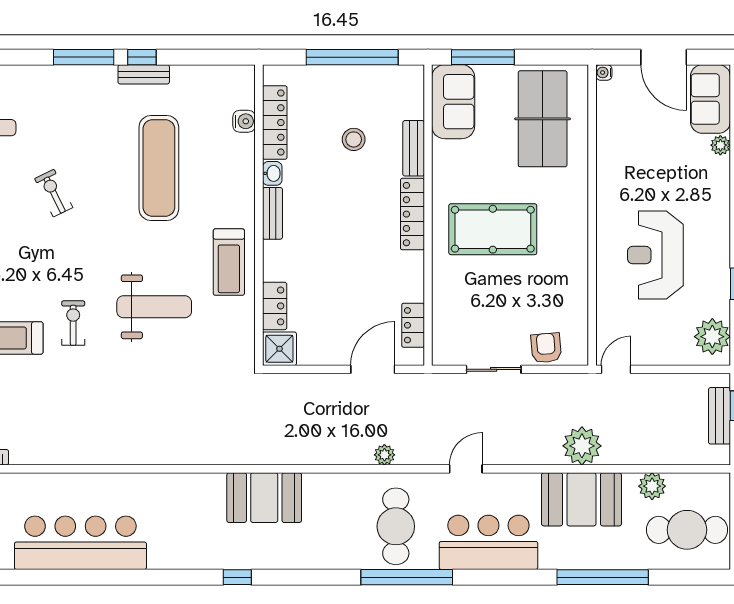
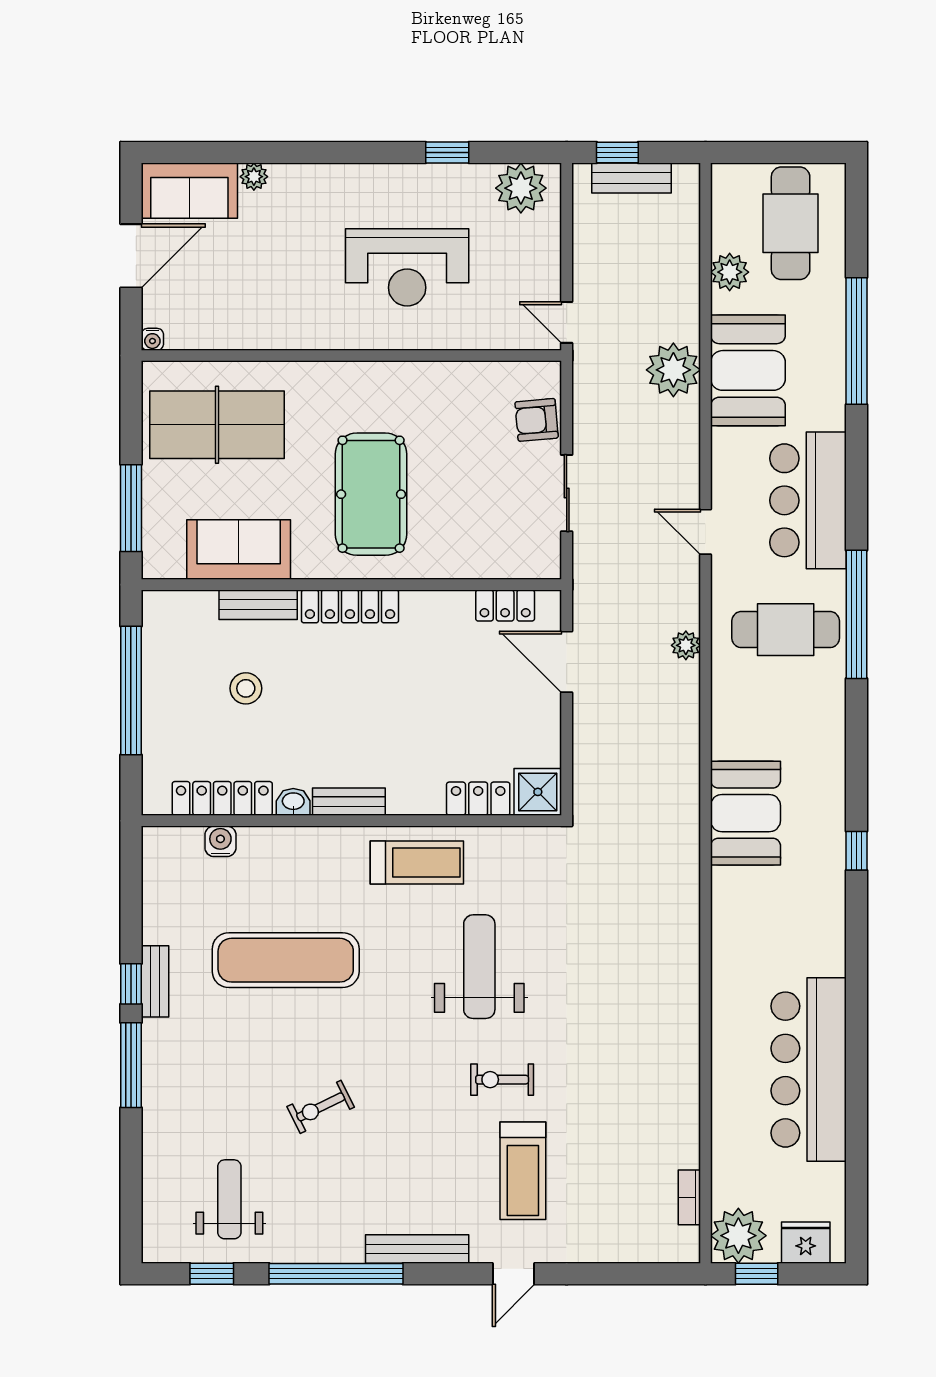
sofa: (453, 102) -> (239, 549), moved

